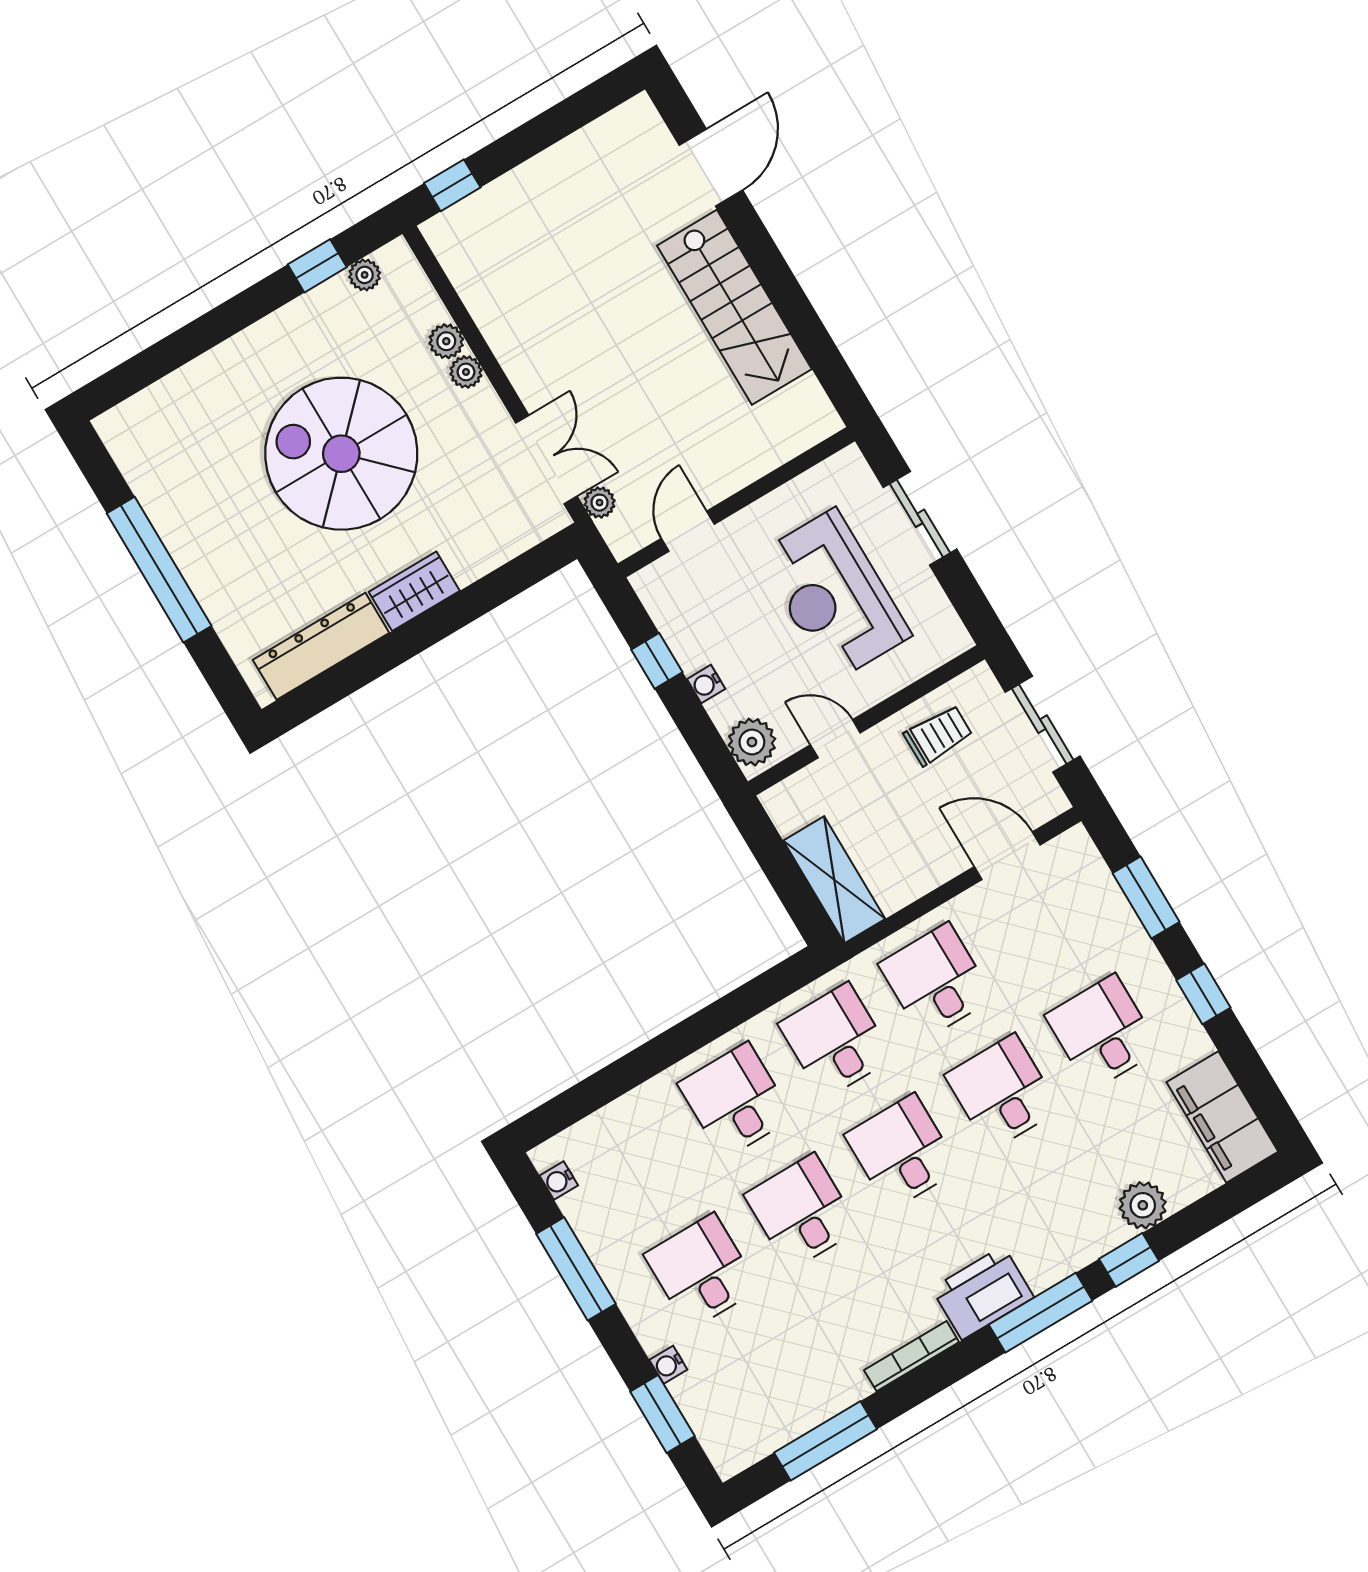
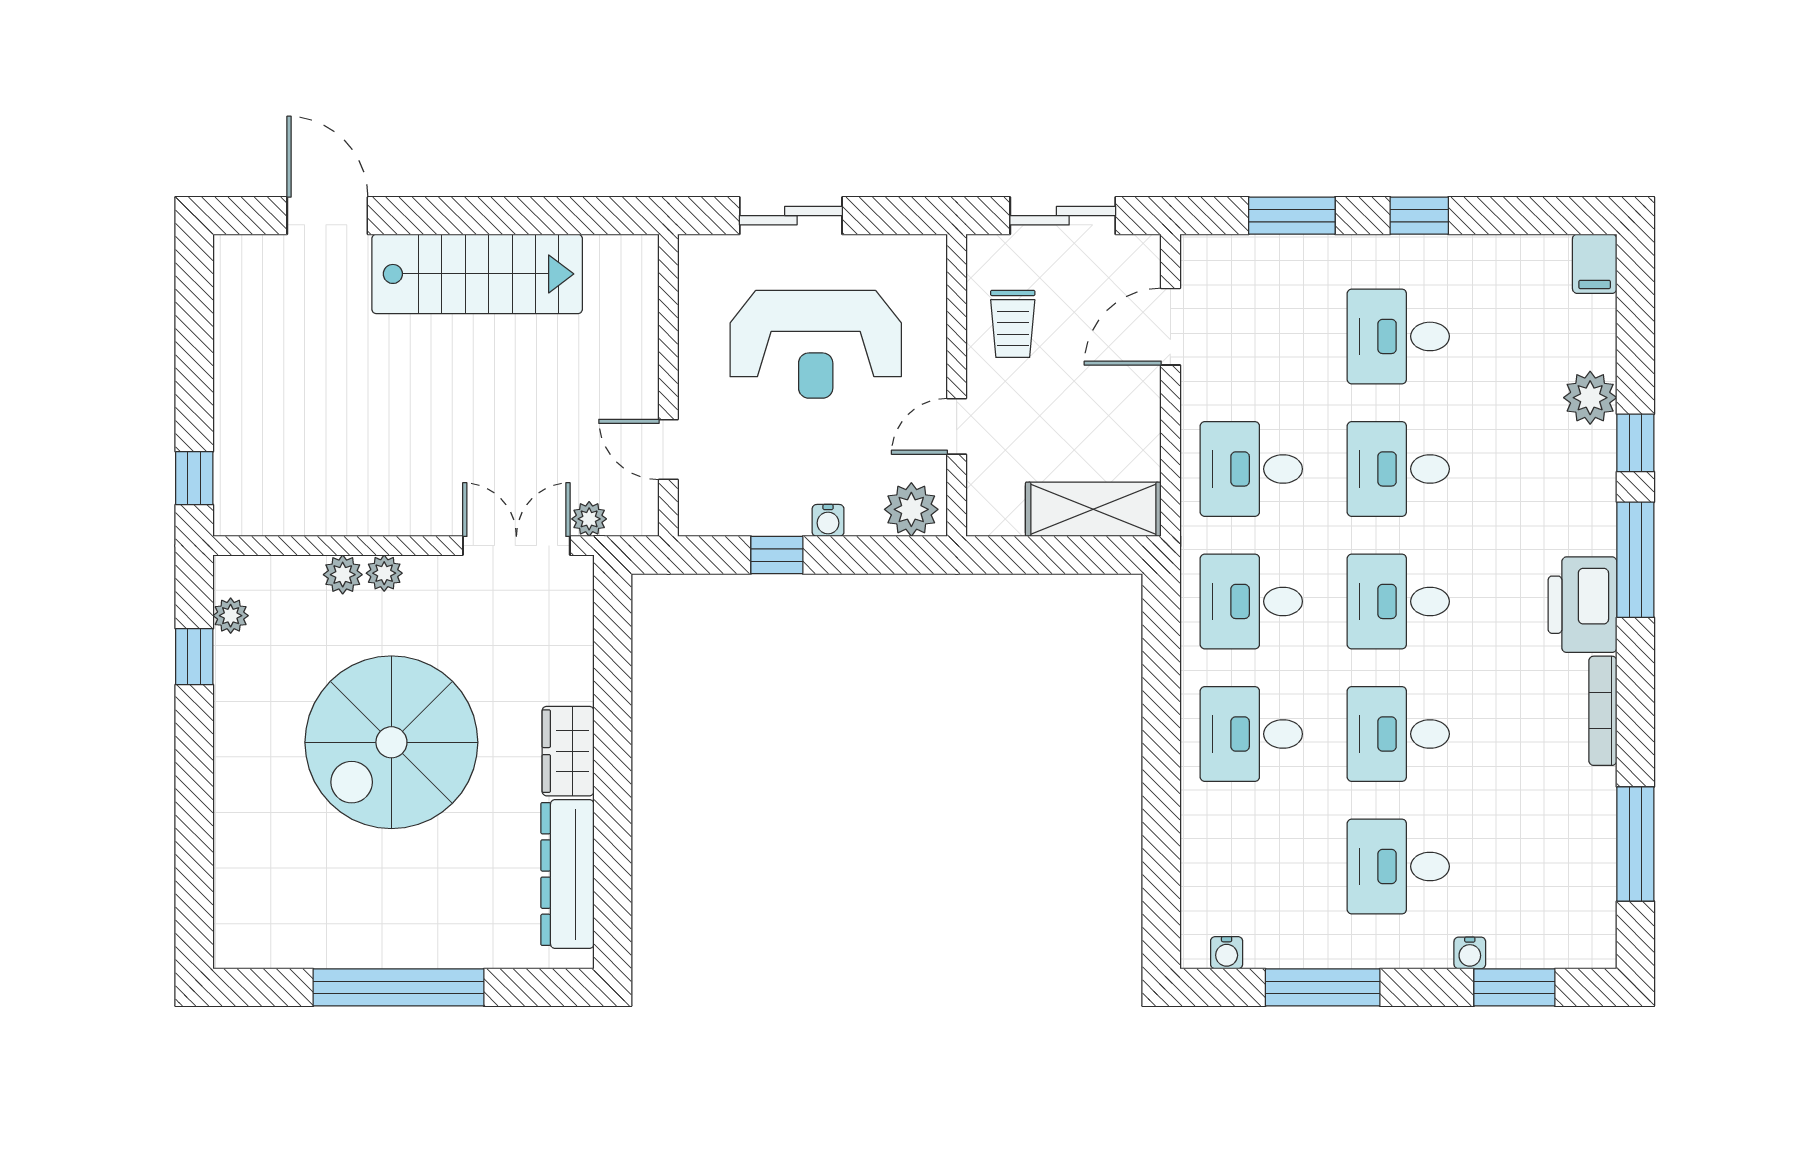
trolley: (938, 735) -> (1013, 324), turned 180
filing cabinet: (1222, 1117) -> (1595, 264), width x0.33, depth x0.86

